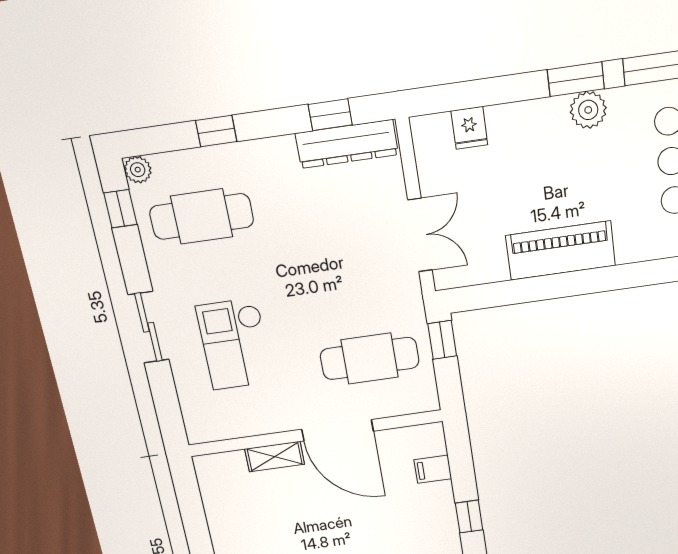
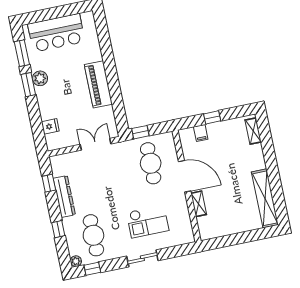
dresser: (347, 144) -> (64, 196), moved
door: (337, 430) -> (185, 176), hinge flipped
window: (469, 517) -> (212, 117), moved

